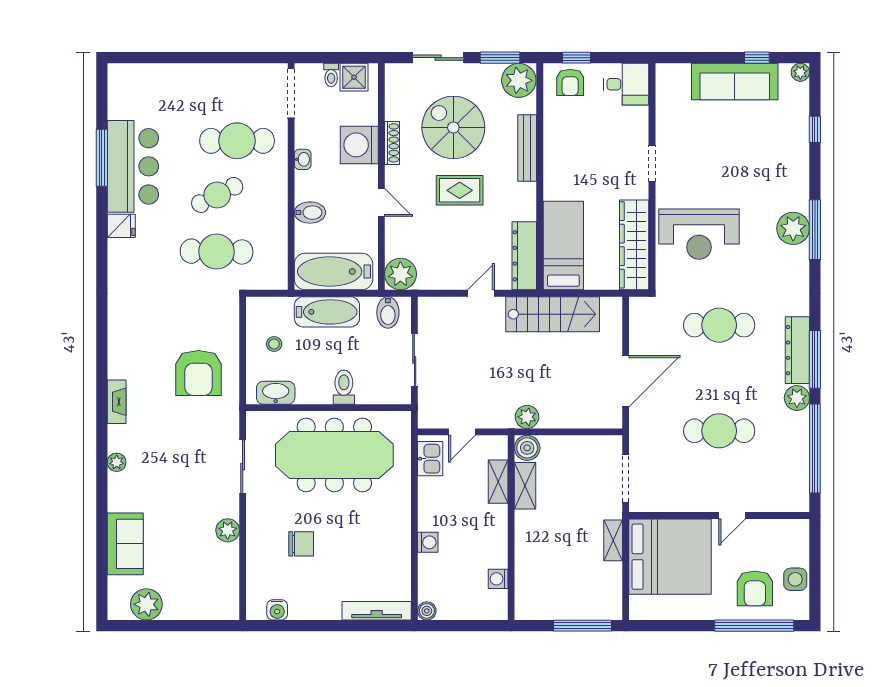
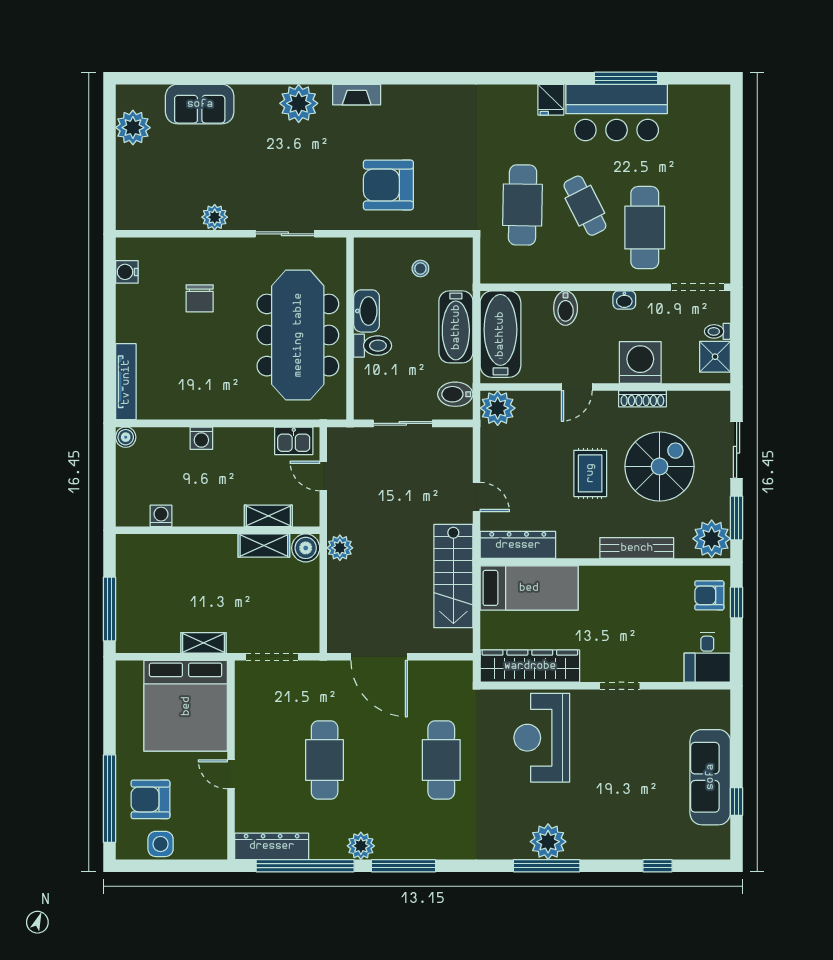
plant: (800, 72) -> (720, 850), removed
dresser: (797, 350) -> (272, 846), moved
washbasin: (276, 393) -> (367, 311), moved
plant: (117, 462) -> (299, 103), width x1.87, depth x1.87

